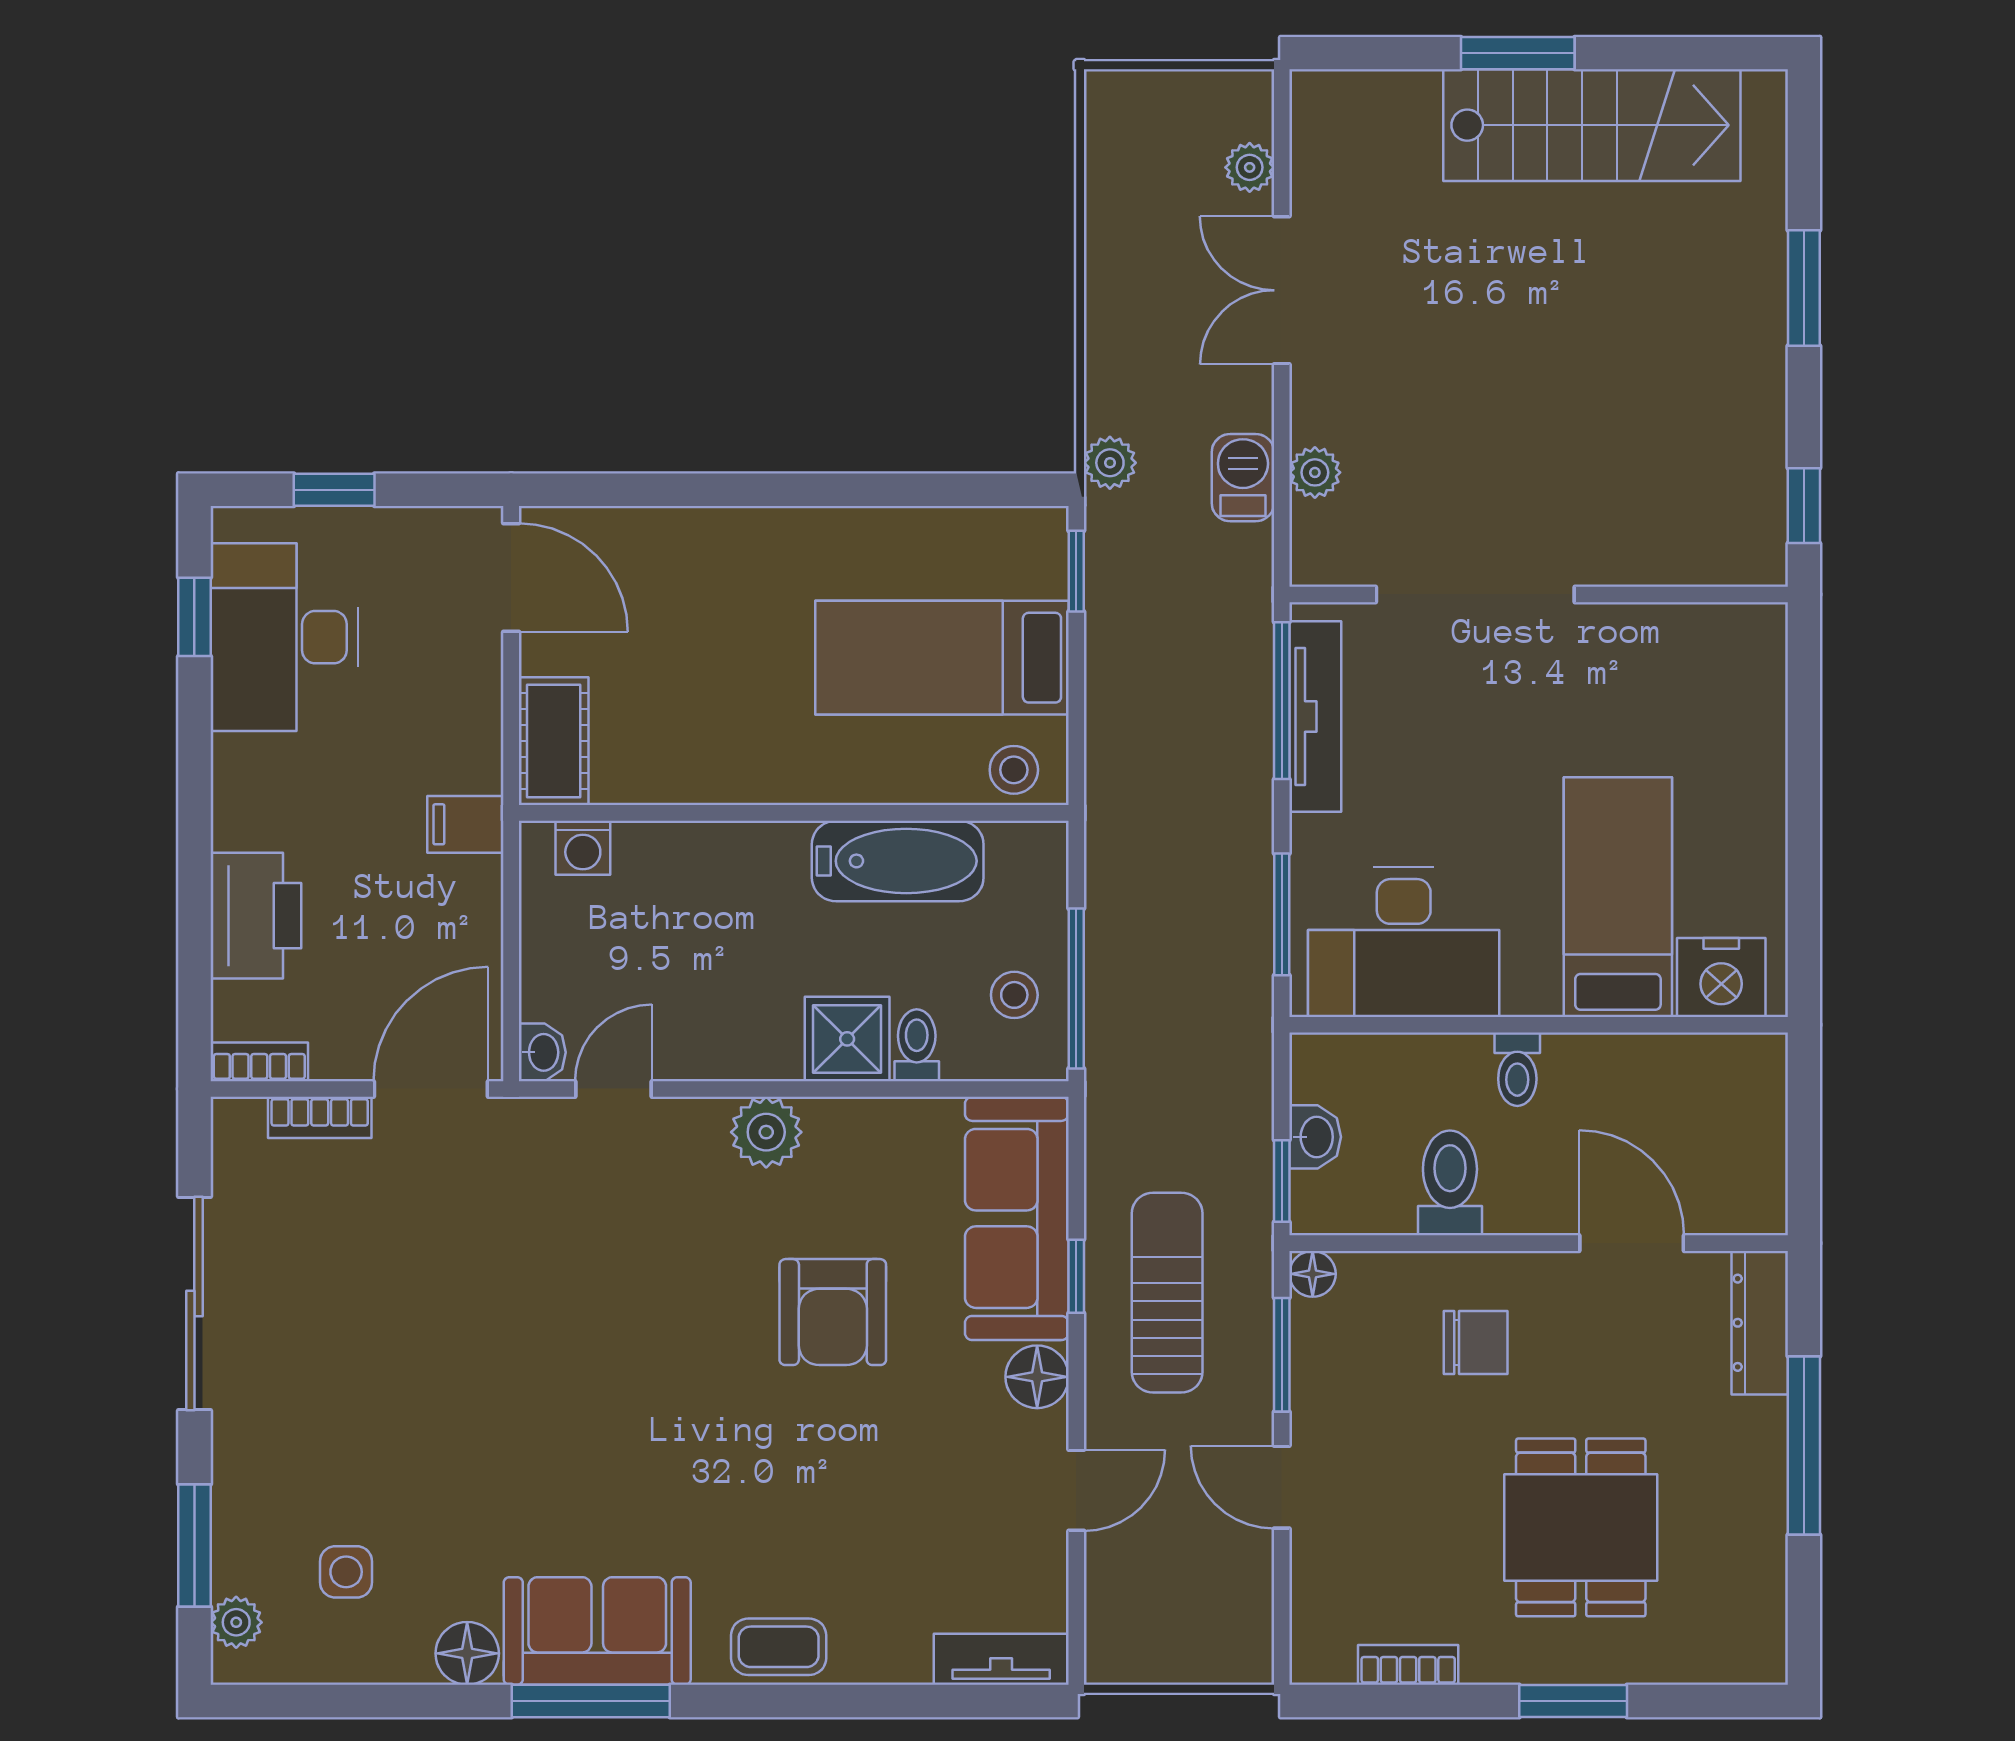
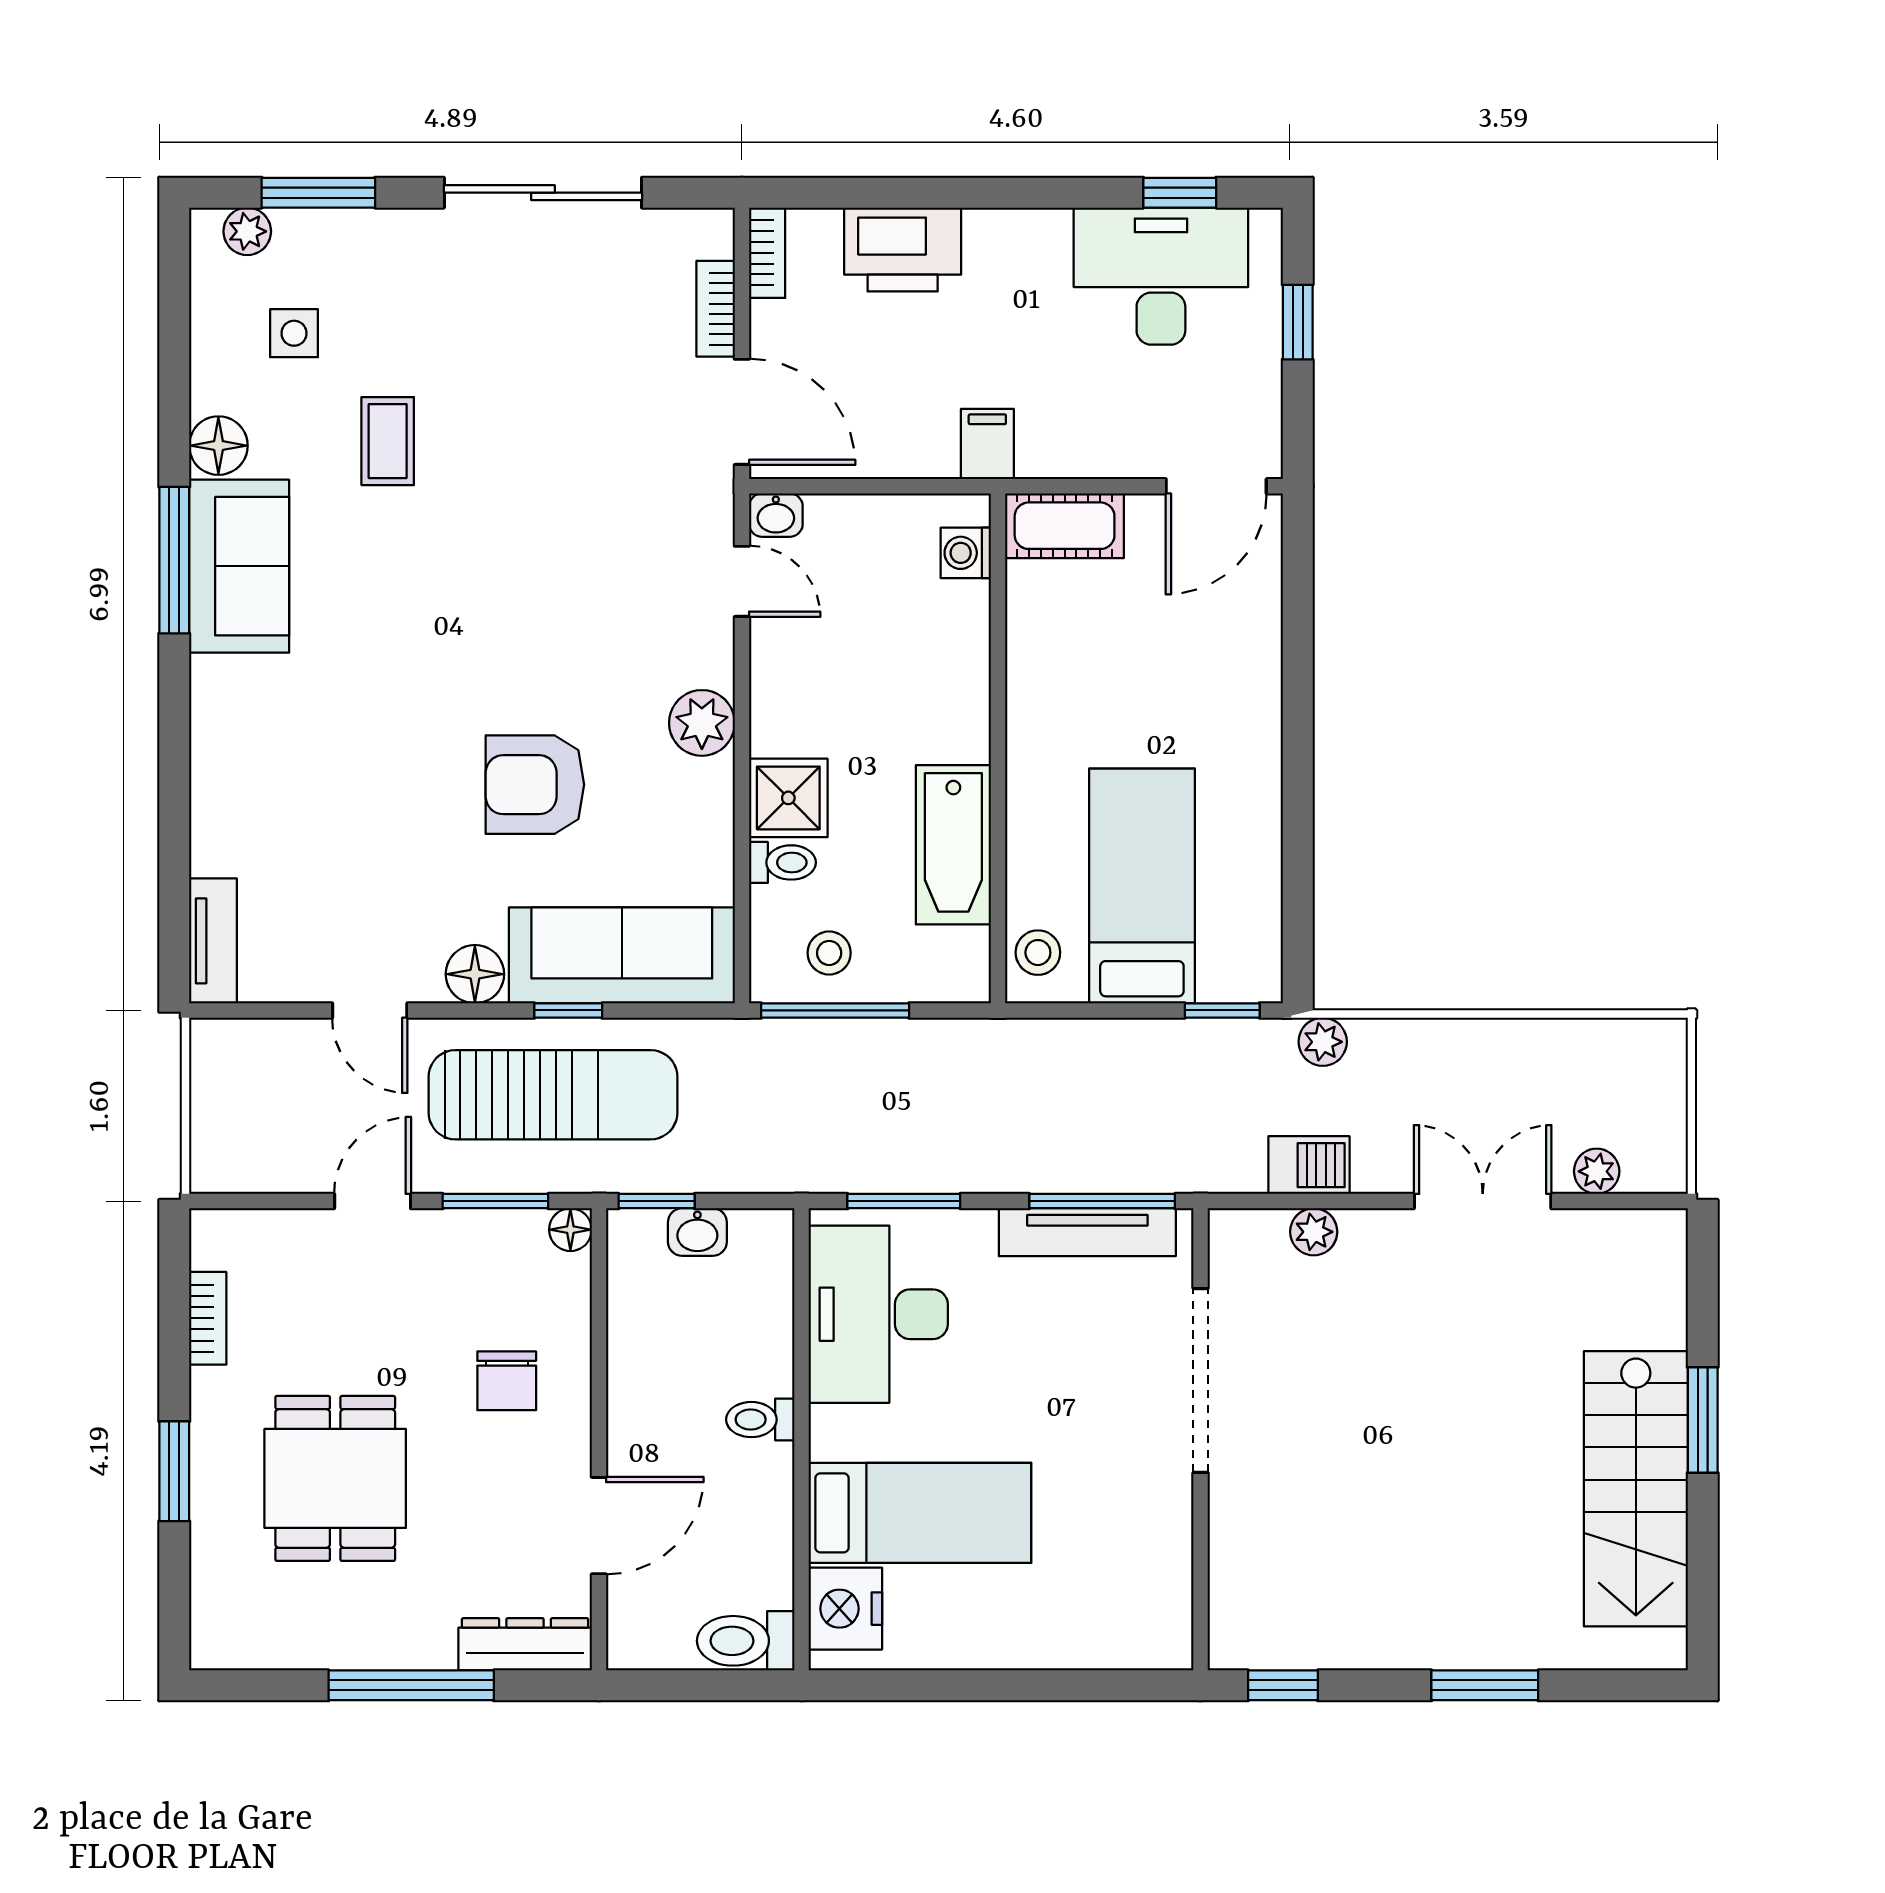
toilet: (1450, 1183) -> (746, 1641), moved, turned 180
sun lounger: (1167, 1293) -> (553, 1095), width x1.36, depth x1.34
dining table: (1581, 1527) -> (335, 1478), turned 90
coffee table: (779, 1647) -> (388, 441), moved

